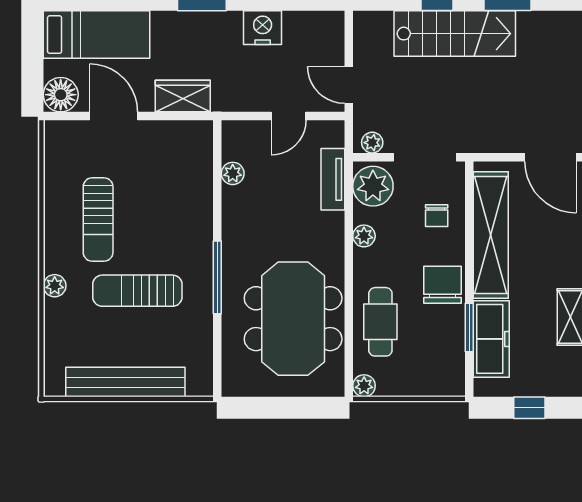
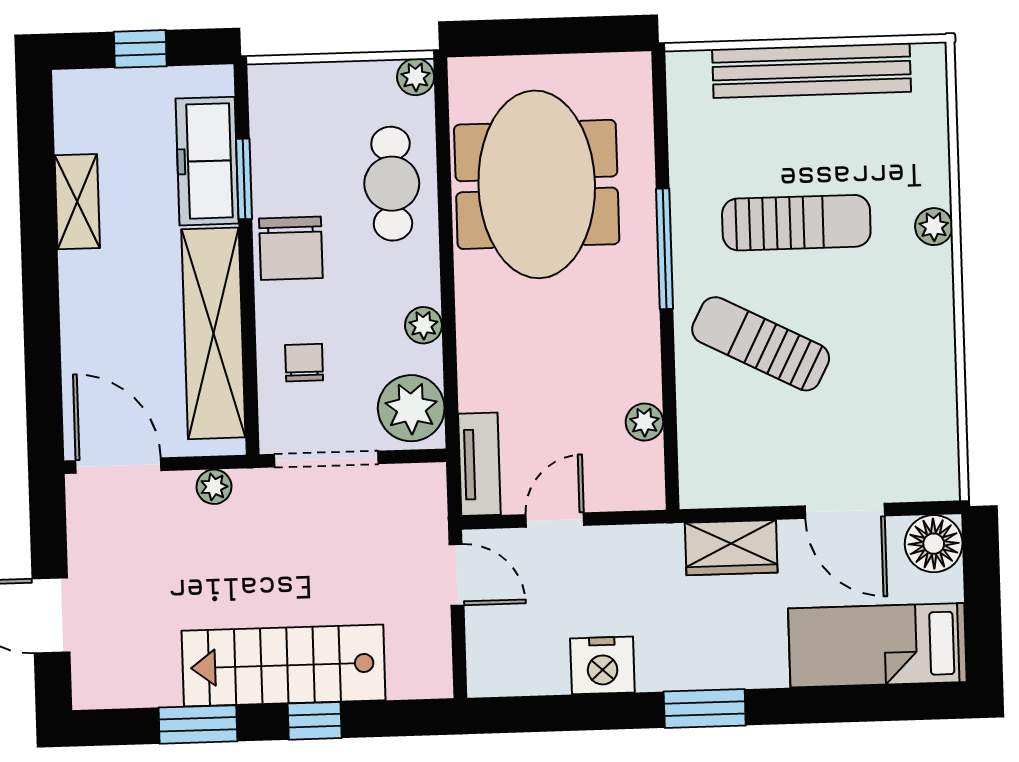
plant: (372, 143) -> (214, 487), moved
tv unit: (333, 179) -> (479, 464), moved
sun lounger: (98, 220) -> (761, 344), moved, turned -63

